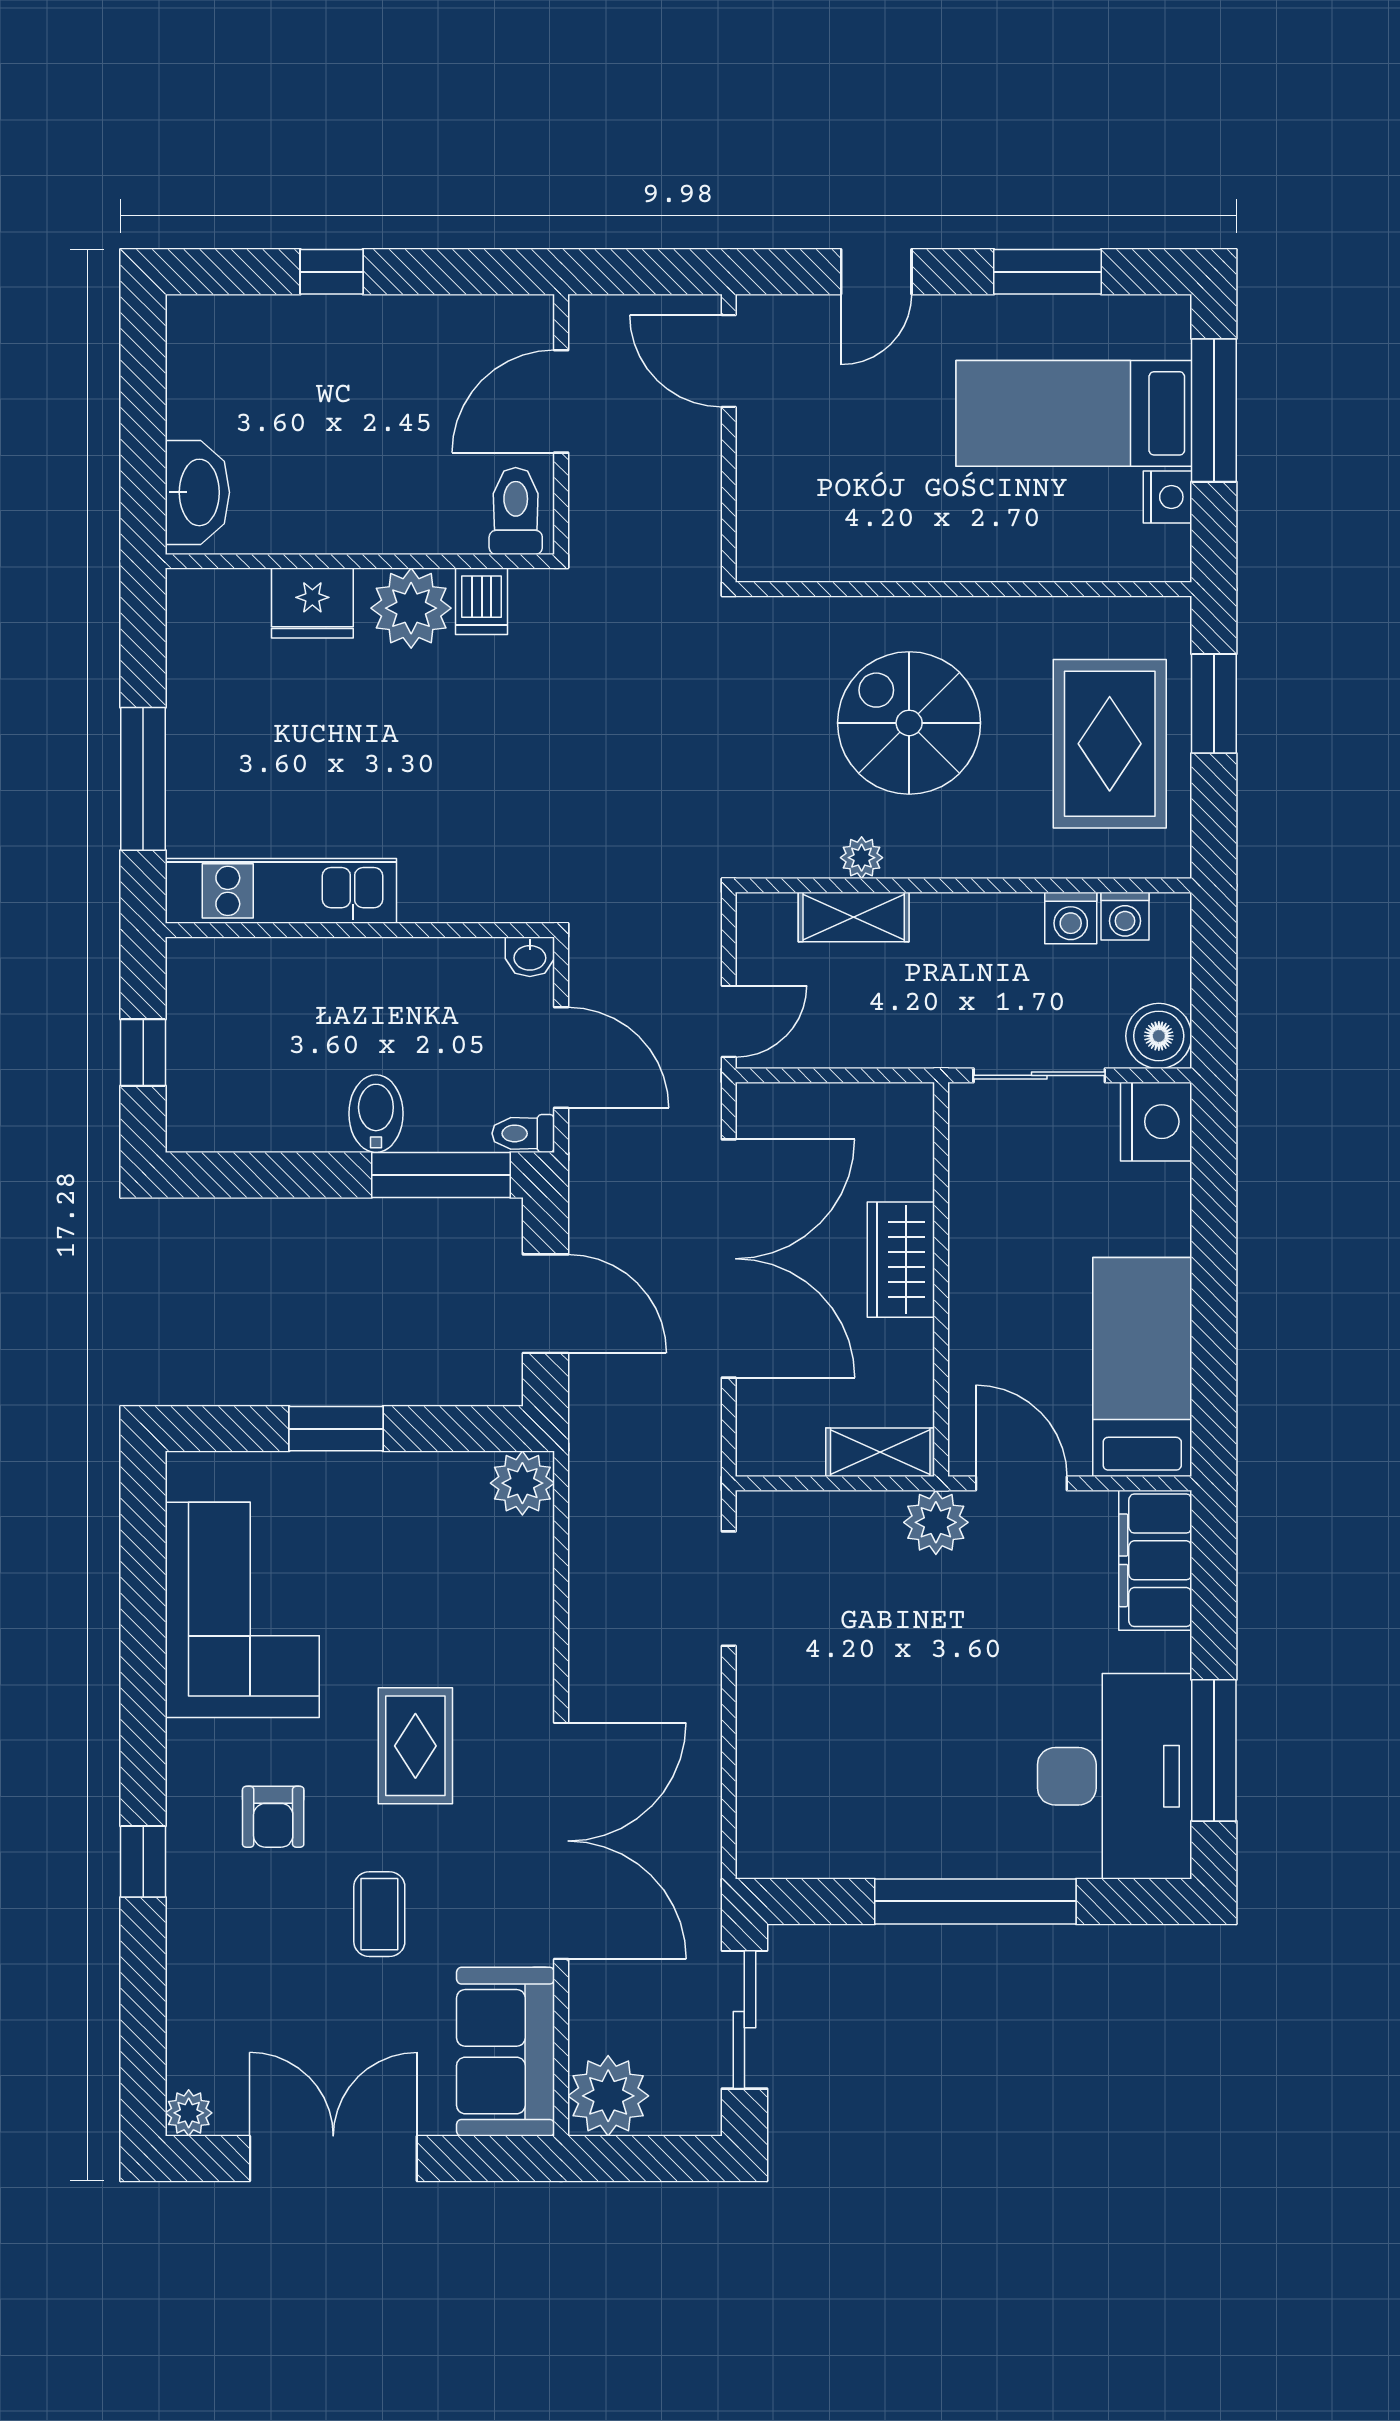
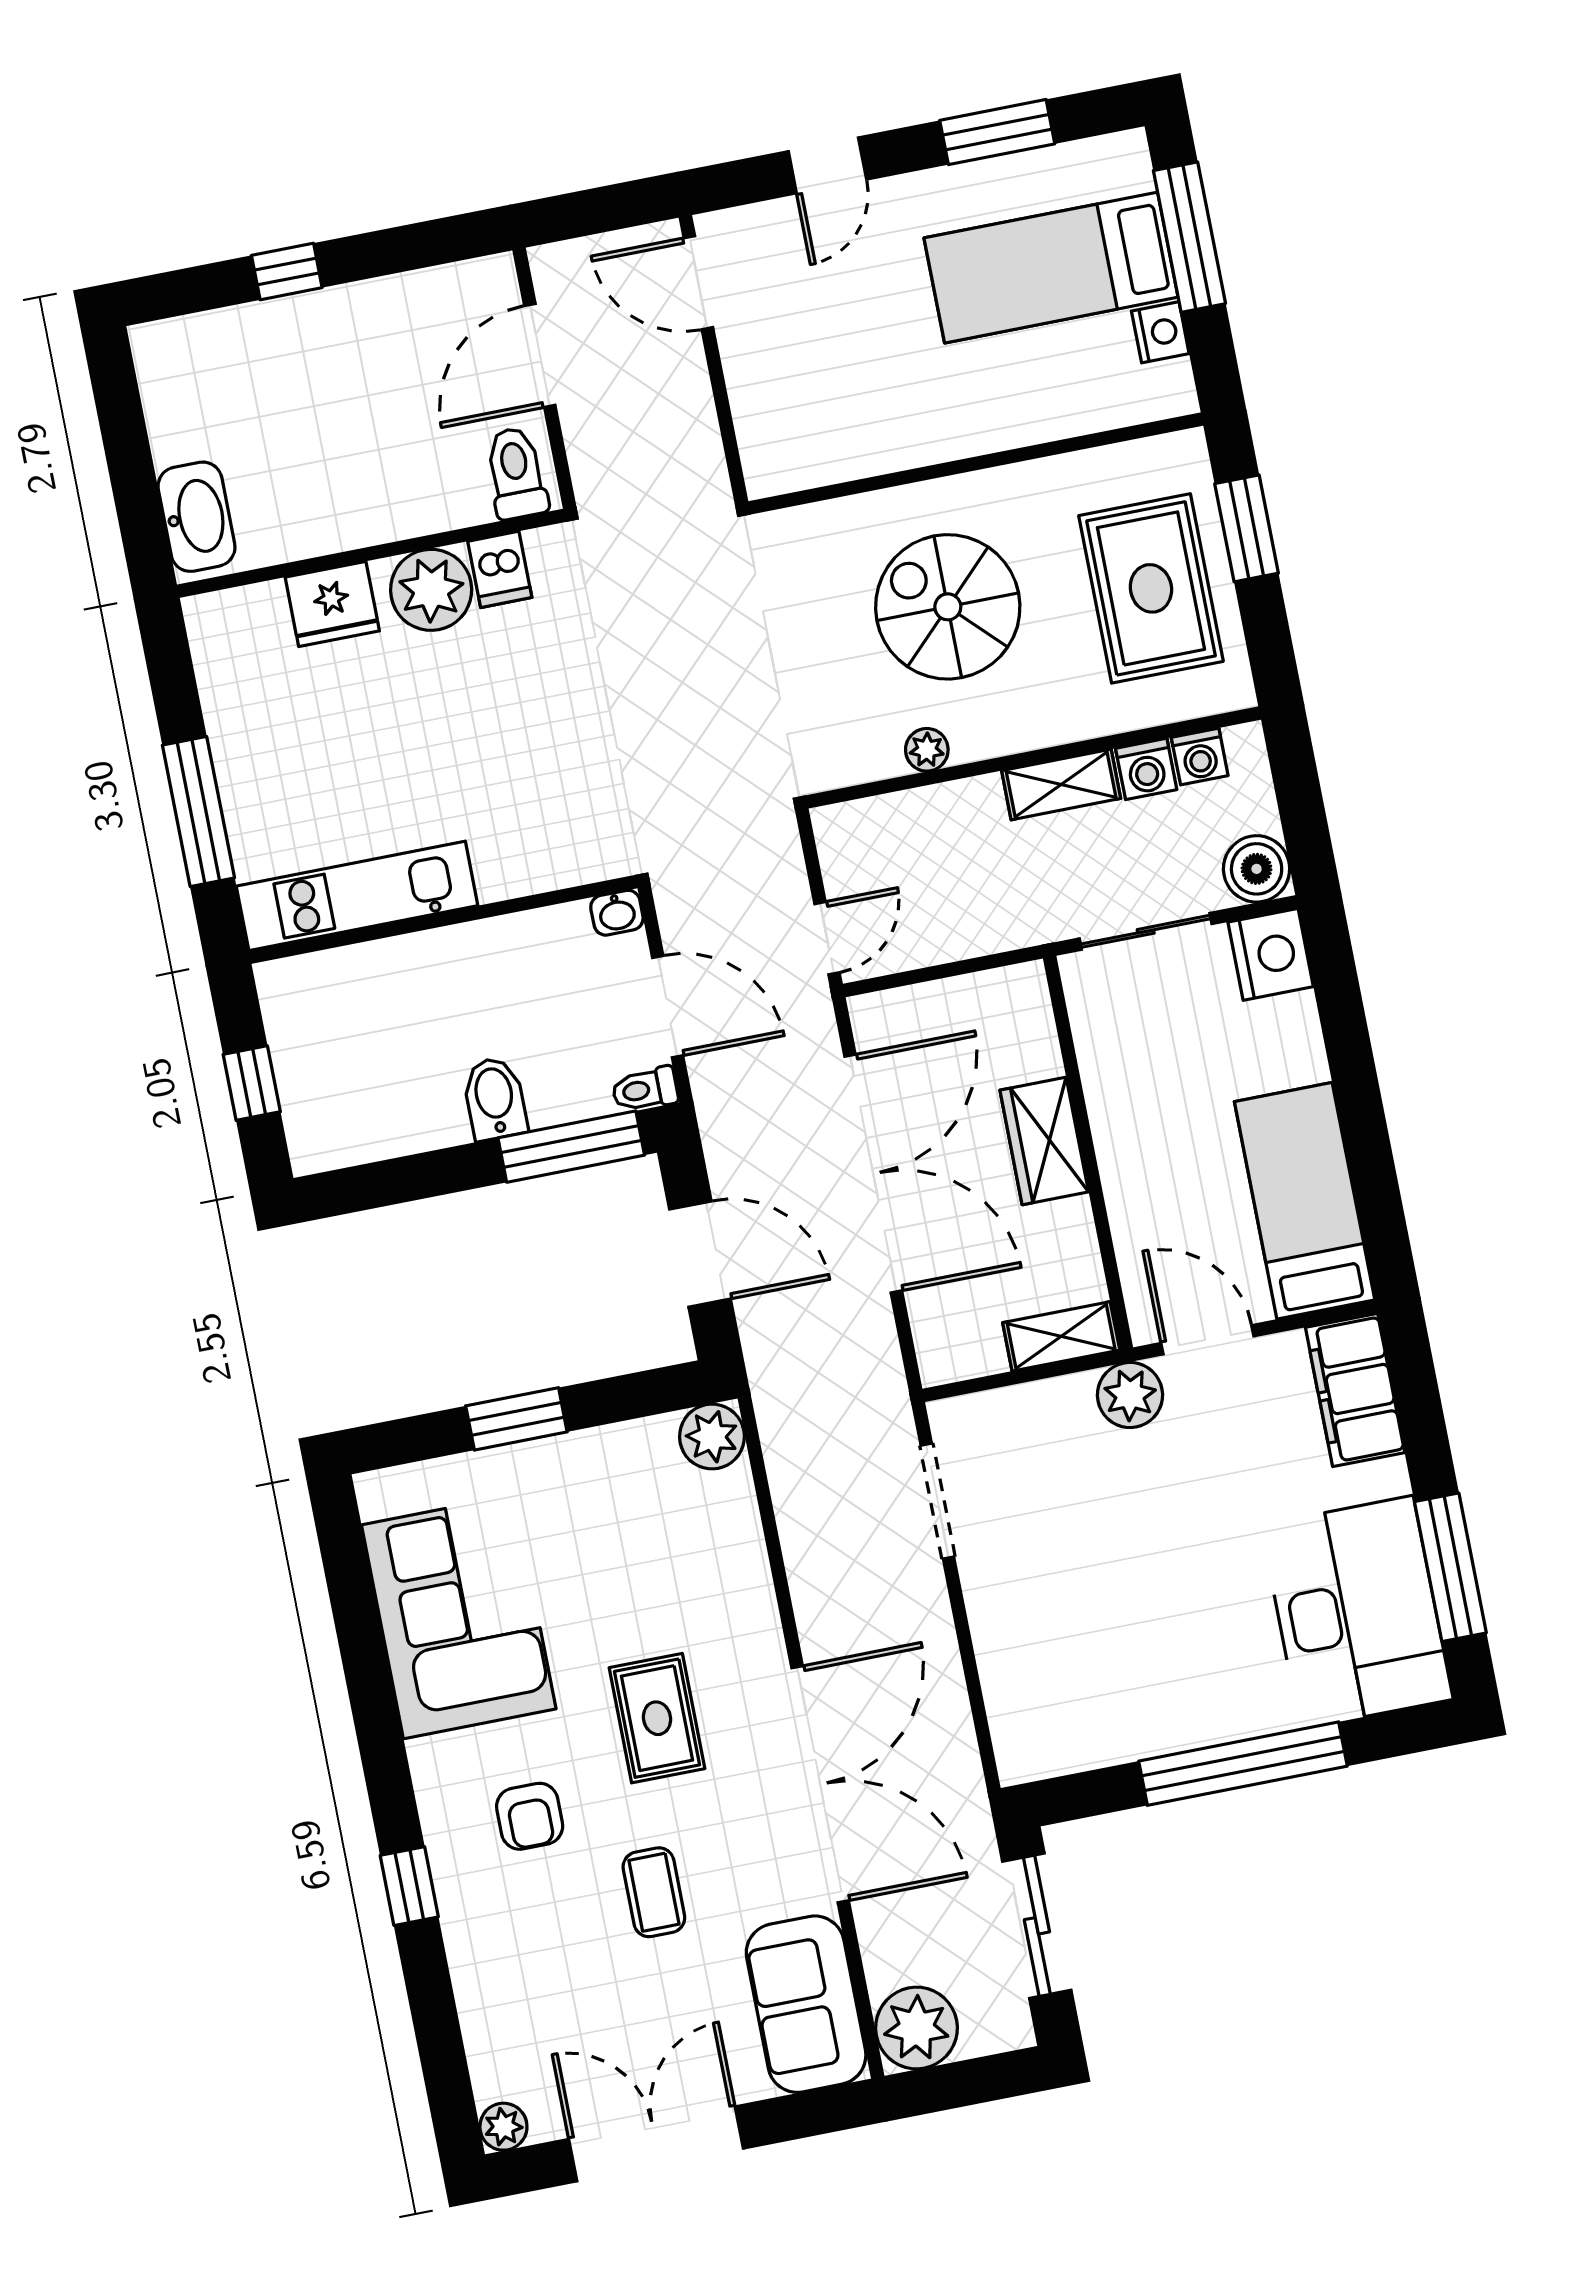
shelving: (854, 917) -> (1061, 785), moved

